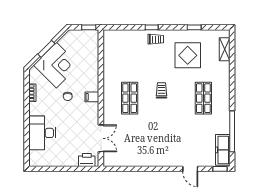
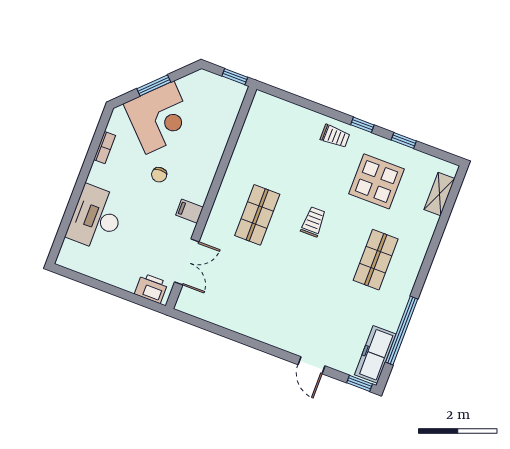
window: (152, 27) -> (362, 125), moved
filing cabinet: (92, 97) -> (189, 211), moved

